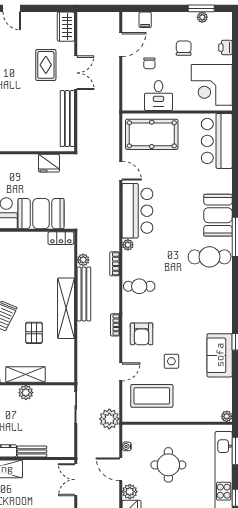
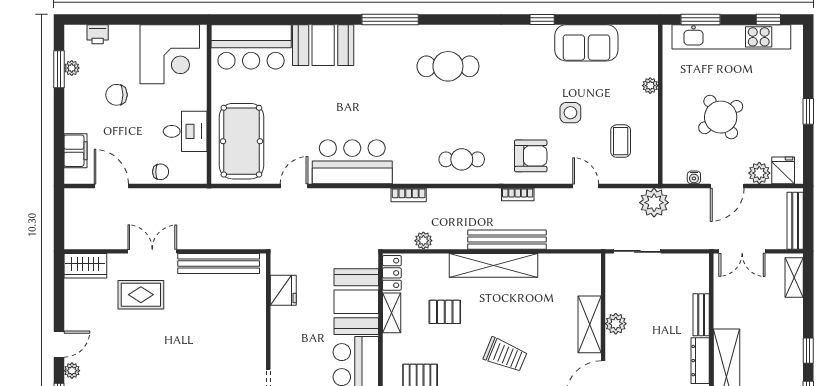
filing cabinet: (145, 20) -> (76, 151), width x2.00
printer: (225, 47) -> (98, 34), moved
chair: (149, 63) -> (161, 172), moved
booth: (218, 215) -> (323, 45), moved
shelving: (33, 238) -> (392, 313), added
plant: (128, 245) -> (402, 176), removed
cafe table: (210, 257) -> (448, 66), moved, turned 90
bookcase: (115, 264) -> (409, 195), moved
cafe table: (139, 286) -> (462, 159), turned 90
bench: (84, 294) -> (507, 240), moved
pallet: (34, 333) -> (445, 312), moved
sofa: (220, 355) -> (586, 43), moved
coffee table: (152, 396) -> (621, 141), width x0.54, depth x0.58
plant: (227, 416) -> (650, 86), moved
round table: (168, 465) -> (721, 117), turned -34

